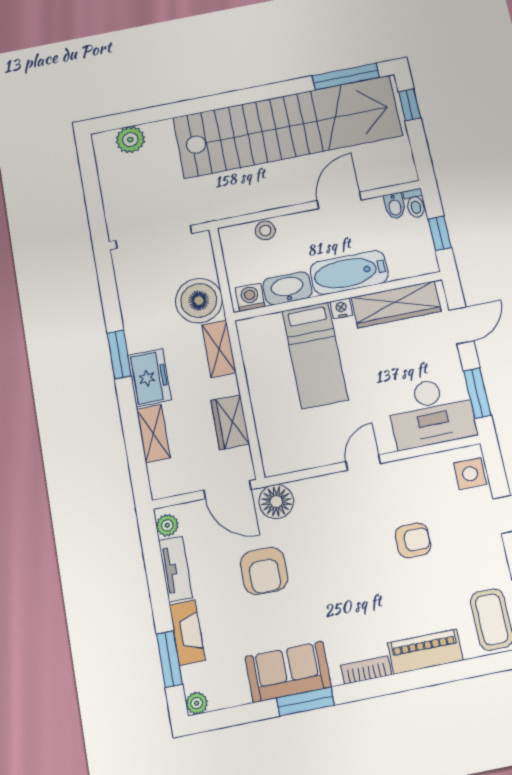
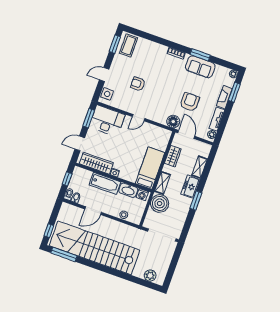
bed: (315, 355) -> (150, 168), moved
piano: (425, 652) -> (155, 48), removed

